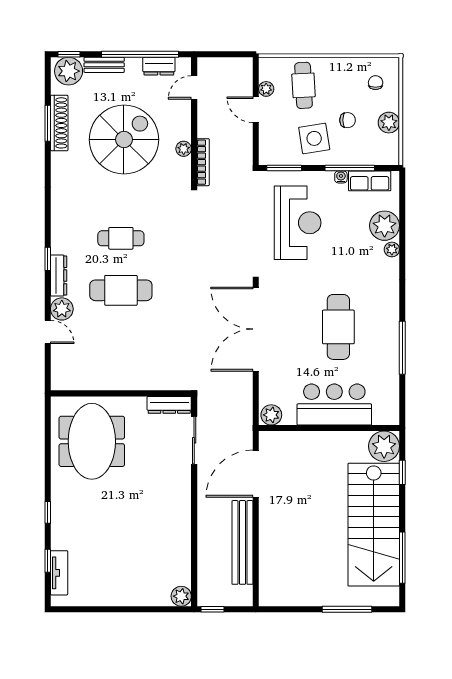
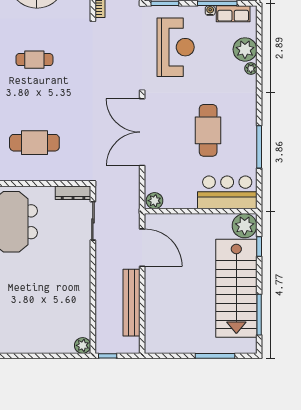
cafe table: (121, 290) -> (34, 143), moved
bar counter: (334, 405) -> (227, 192), moved
door: (256, 474) -> (142, 248), swing flipped

